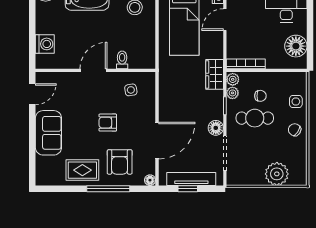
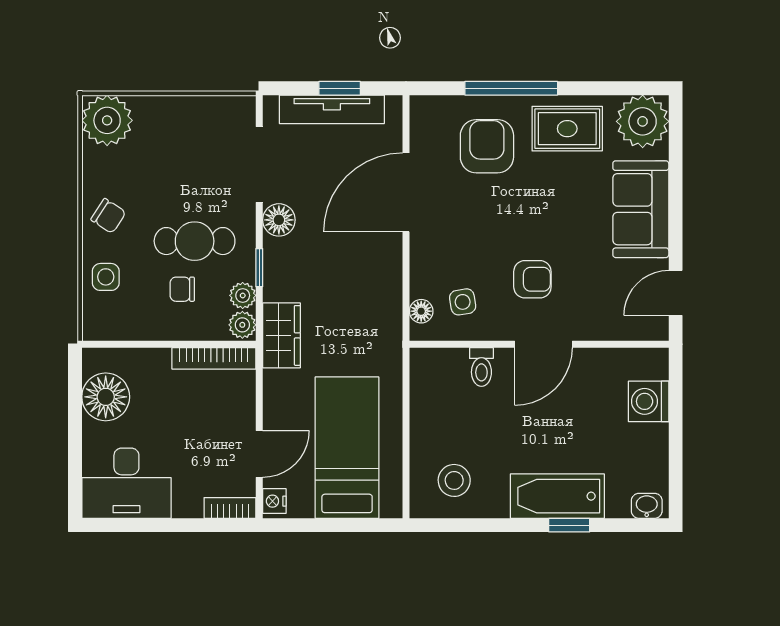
armchair: (108, 123) -> (532, 279), moved
plant: (48, 173) -> (643, 121), added
plant: (277, 174) -> (107, 120), moved
floor lamp: (150, 180) -> (421, 311), moved

